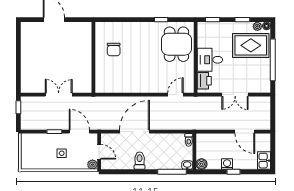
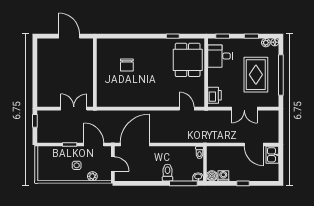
rug: (251, 45) -> (256, 75), moved, turned 90
wall: (93, 57) -> (95, 73), moved
desk: (210, 60) -> (220, 56), moved
door: (176, 95) -> (187, 109), hinge flipped
door: (134, 132) -> (135, 145), moved
toilet: (140, 161) -> (168, 173), moved
kitchen sink: (264, 161) -> (272, 155), moved
washing machine: (227, 164) -> (223, 176), moved
plant: (92, 165) -> (92, 176), moved

